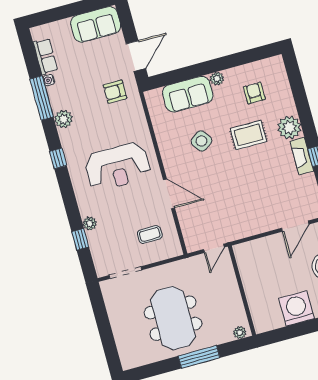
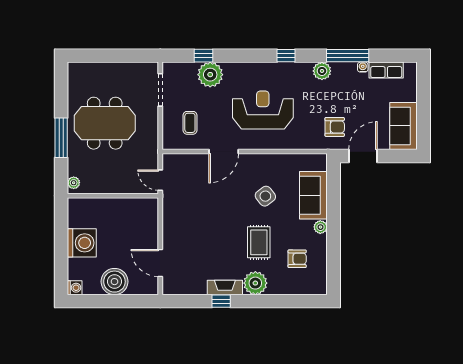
door: (136, 56) -> (363, 156), swing flipped
armchair: (115, 92) -> (335, 127), turned 90
reception desk: (118, 167) -> (263, 110), turned 90
plant: (90, 223) -> (210, 75), width x1.87, depth x1.87

